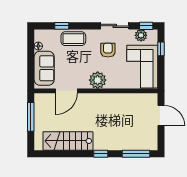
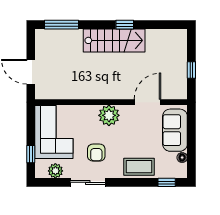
window: (62, 26) -> (167, 182), moved
window: (146, 26) -> (49, 182), removed
window: (31, 117) -> (191, 70), width x0.46
stairs: (68, 141) -> (114, 40), moved
window: (101, 154) -> (125, 25), moved

